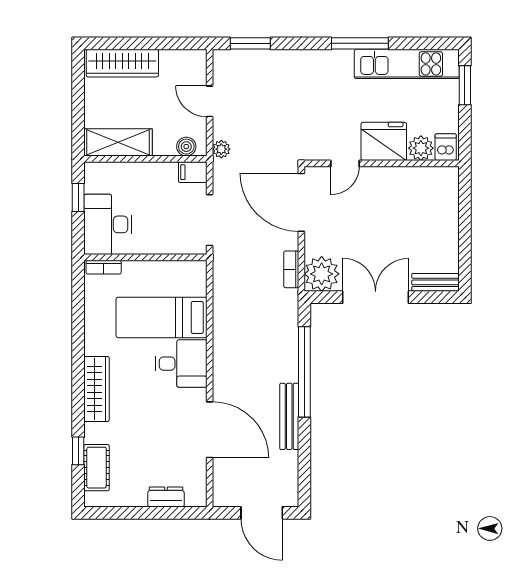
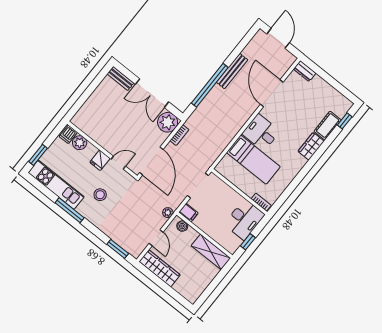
wardrobe: (122, 63) -> (160, 268), moved
stool: (335, 99) -> (100, 195), added
fridge: (384, 141) -> (100, 160), width x0.53, depth x0.75
wardrobe: (96, 389) -> (311, 146), width x0.67
window: (78, 451) -> (345, 121), moved
cot: (97, 468) -> (328, 126), moved
dresser: (166, 497) -> (305, 71), moved

